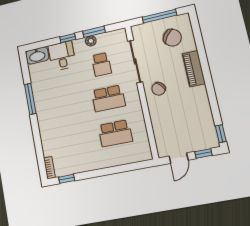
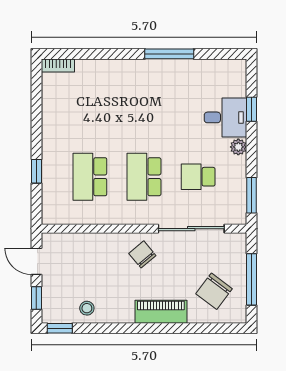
window: (94, 32) -> (252, 195), moved
window: (68, 38) -> (252, 109), moved
plant: (91, 41) -> (238, 147), moved
washbasin: (37, 56) -> (235, 78), removed
stool: (203, 118) -> (87, 308), added
window: (67, 179) -> (36, 171), moved

